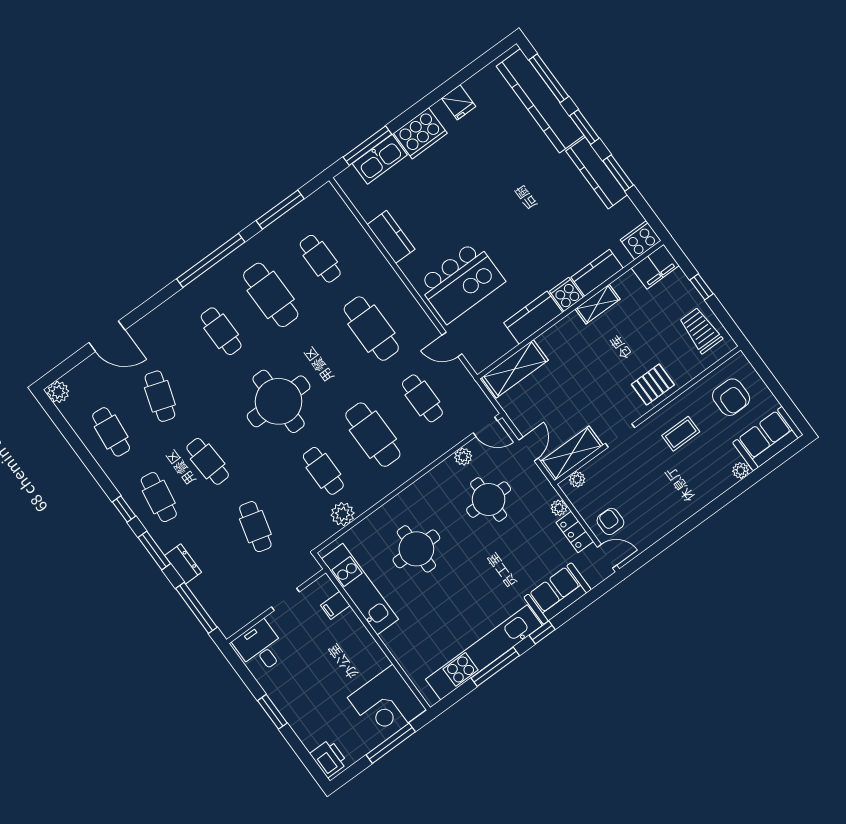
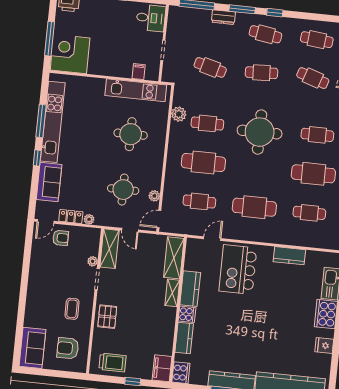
shelving: (598, 304) -> (172, 293), moved
plant: (741, 470) -> (29, 321), removed
plant: (577, 479) -> (93, 261), moved

